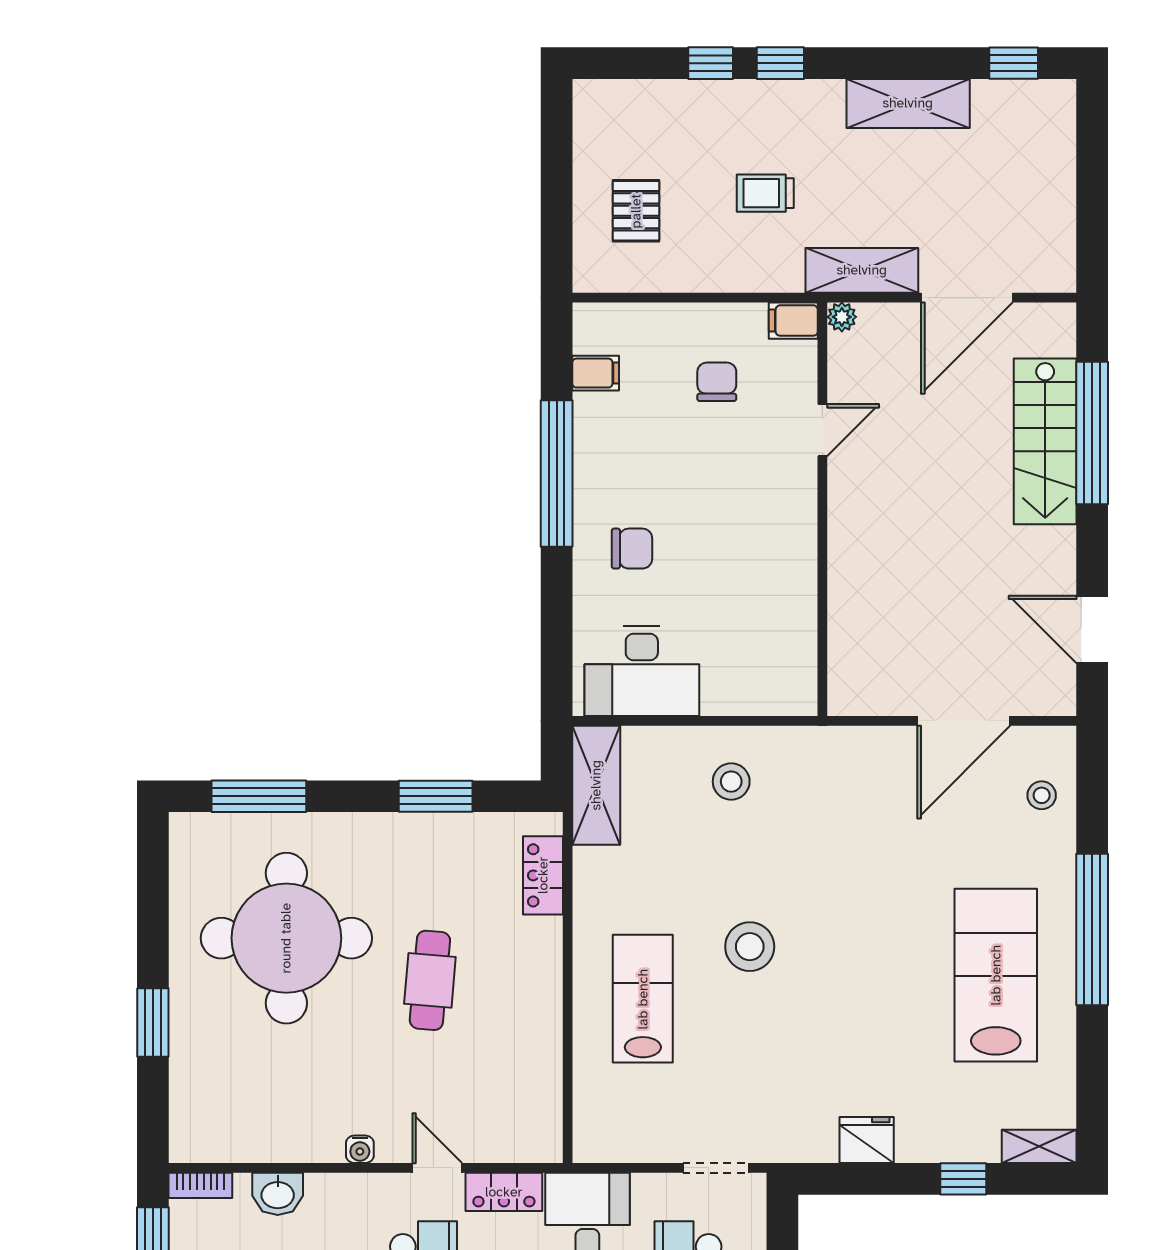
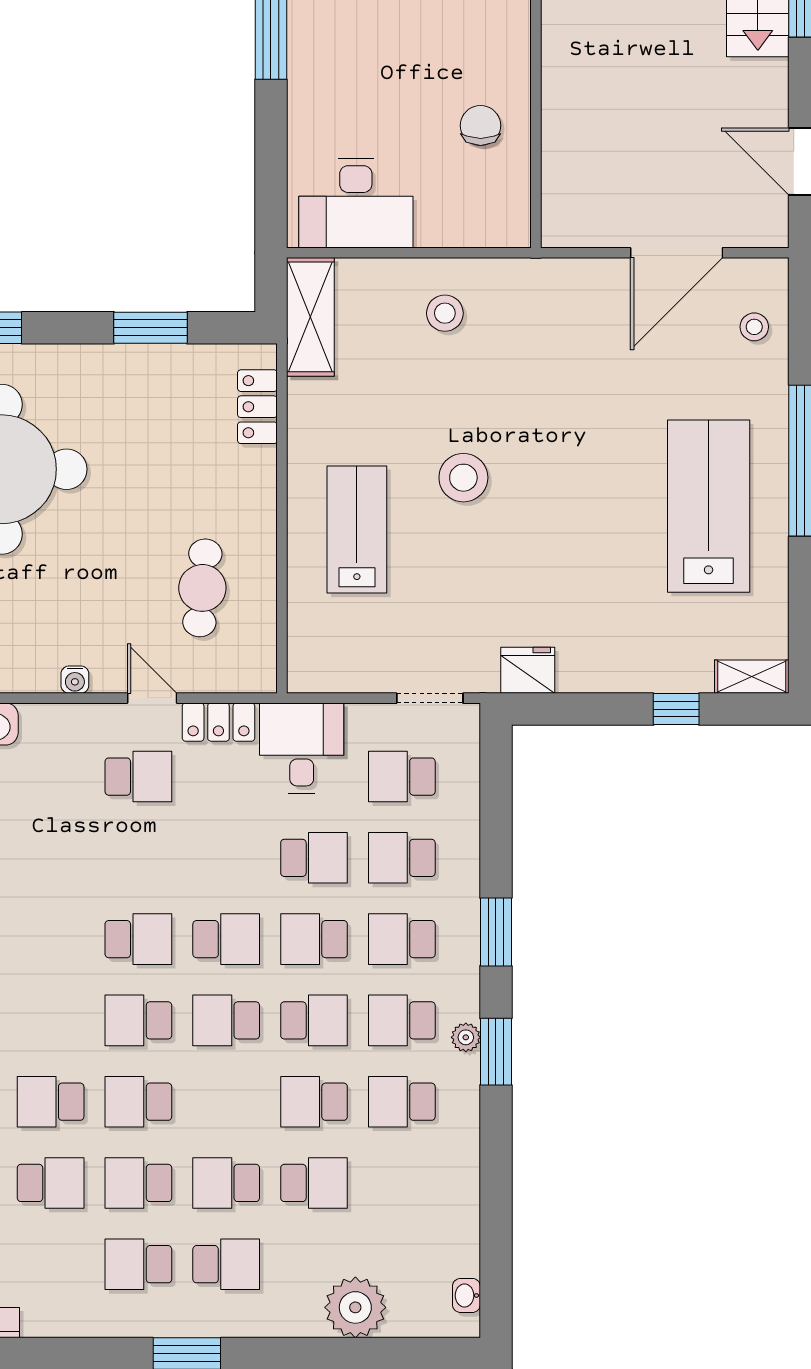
chair: (632, 549) -> (481, 125), moved, turned -90
cafe table: (430, 980) -> (202, 588), moved
fridge: (867, 1140) -> (528, 670), moved

